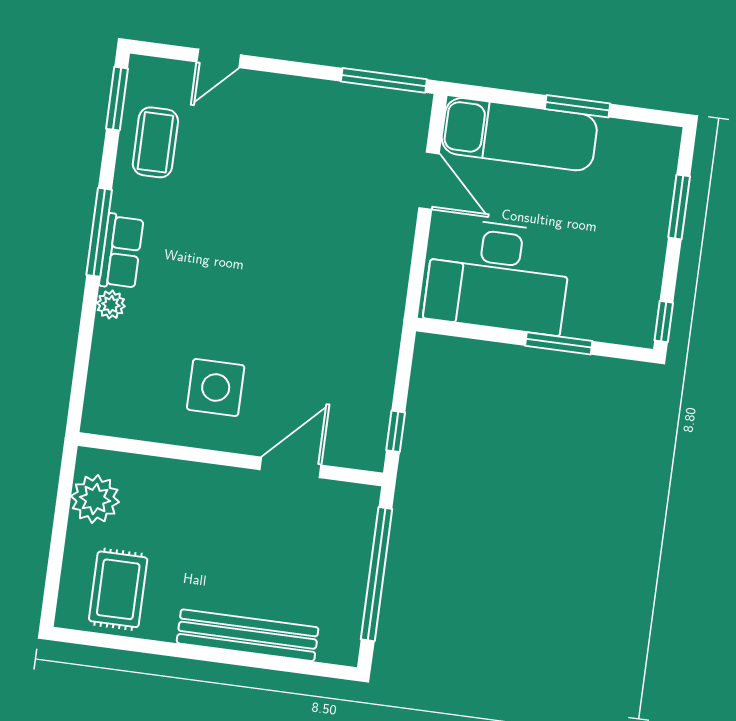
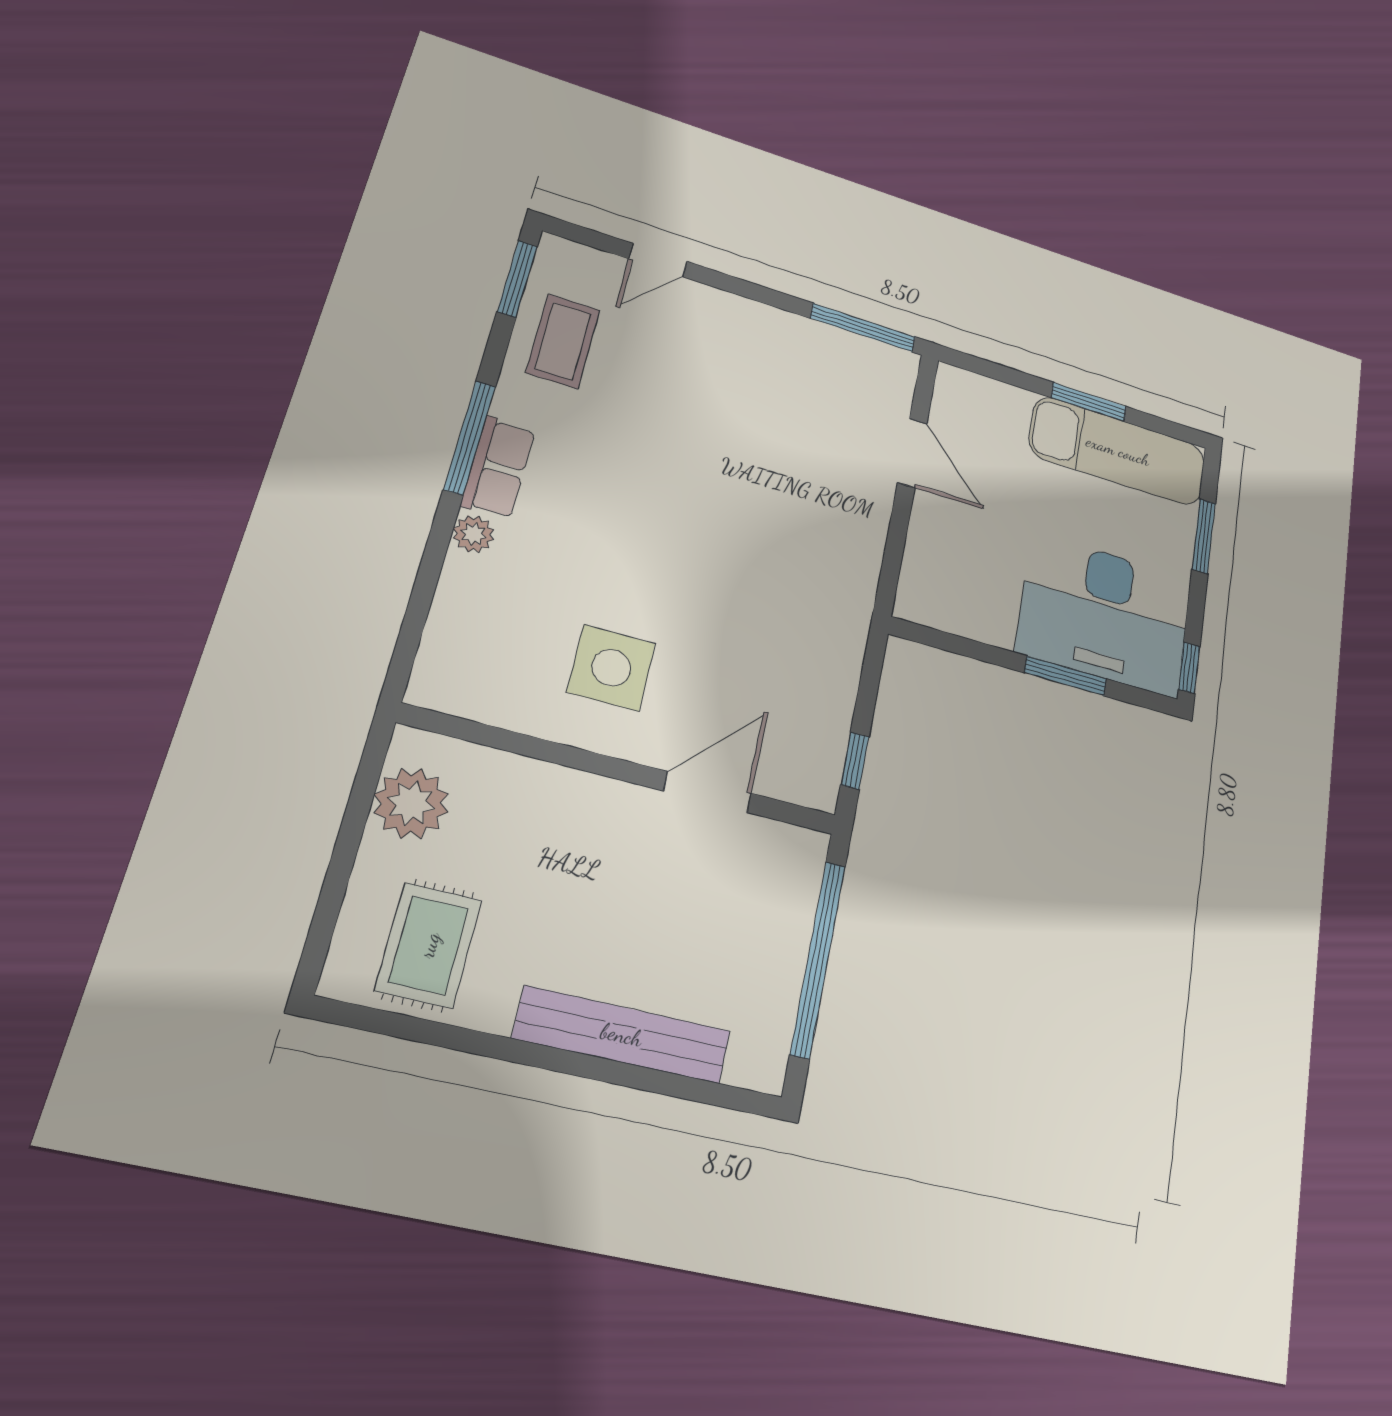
exam couch: (519, 134) -> (1118, 451), moved
desk: (498, 276) -> (1105, 615), moved

